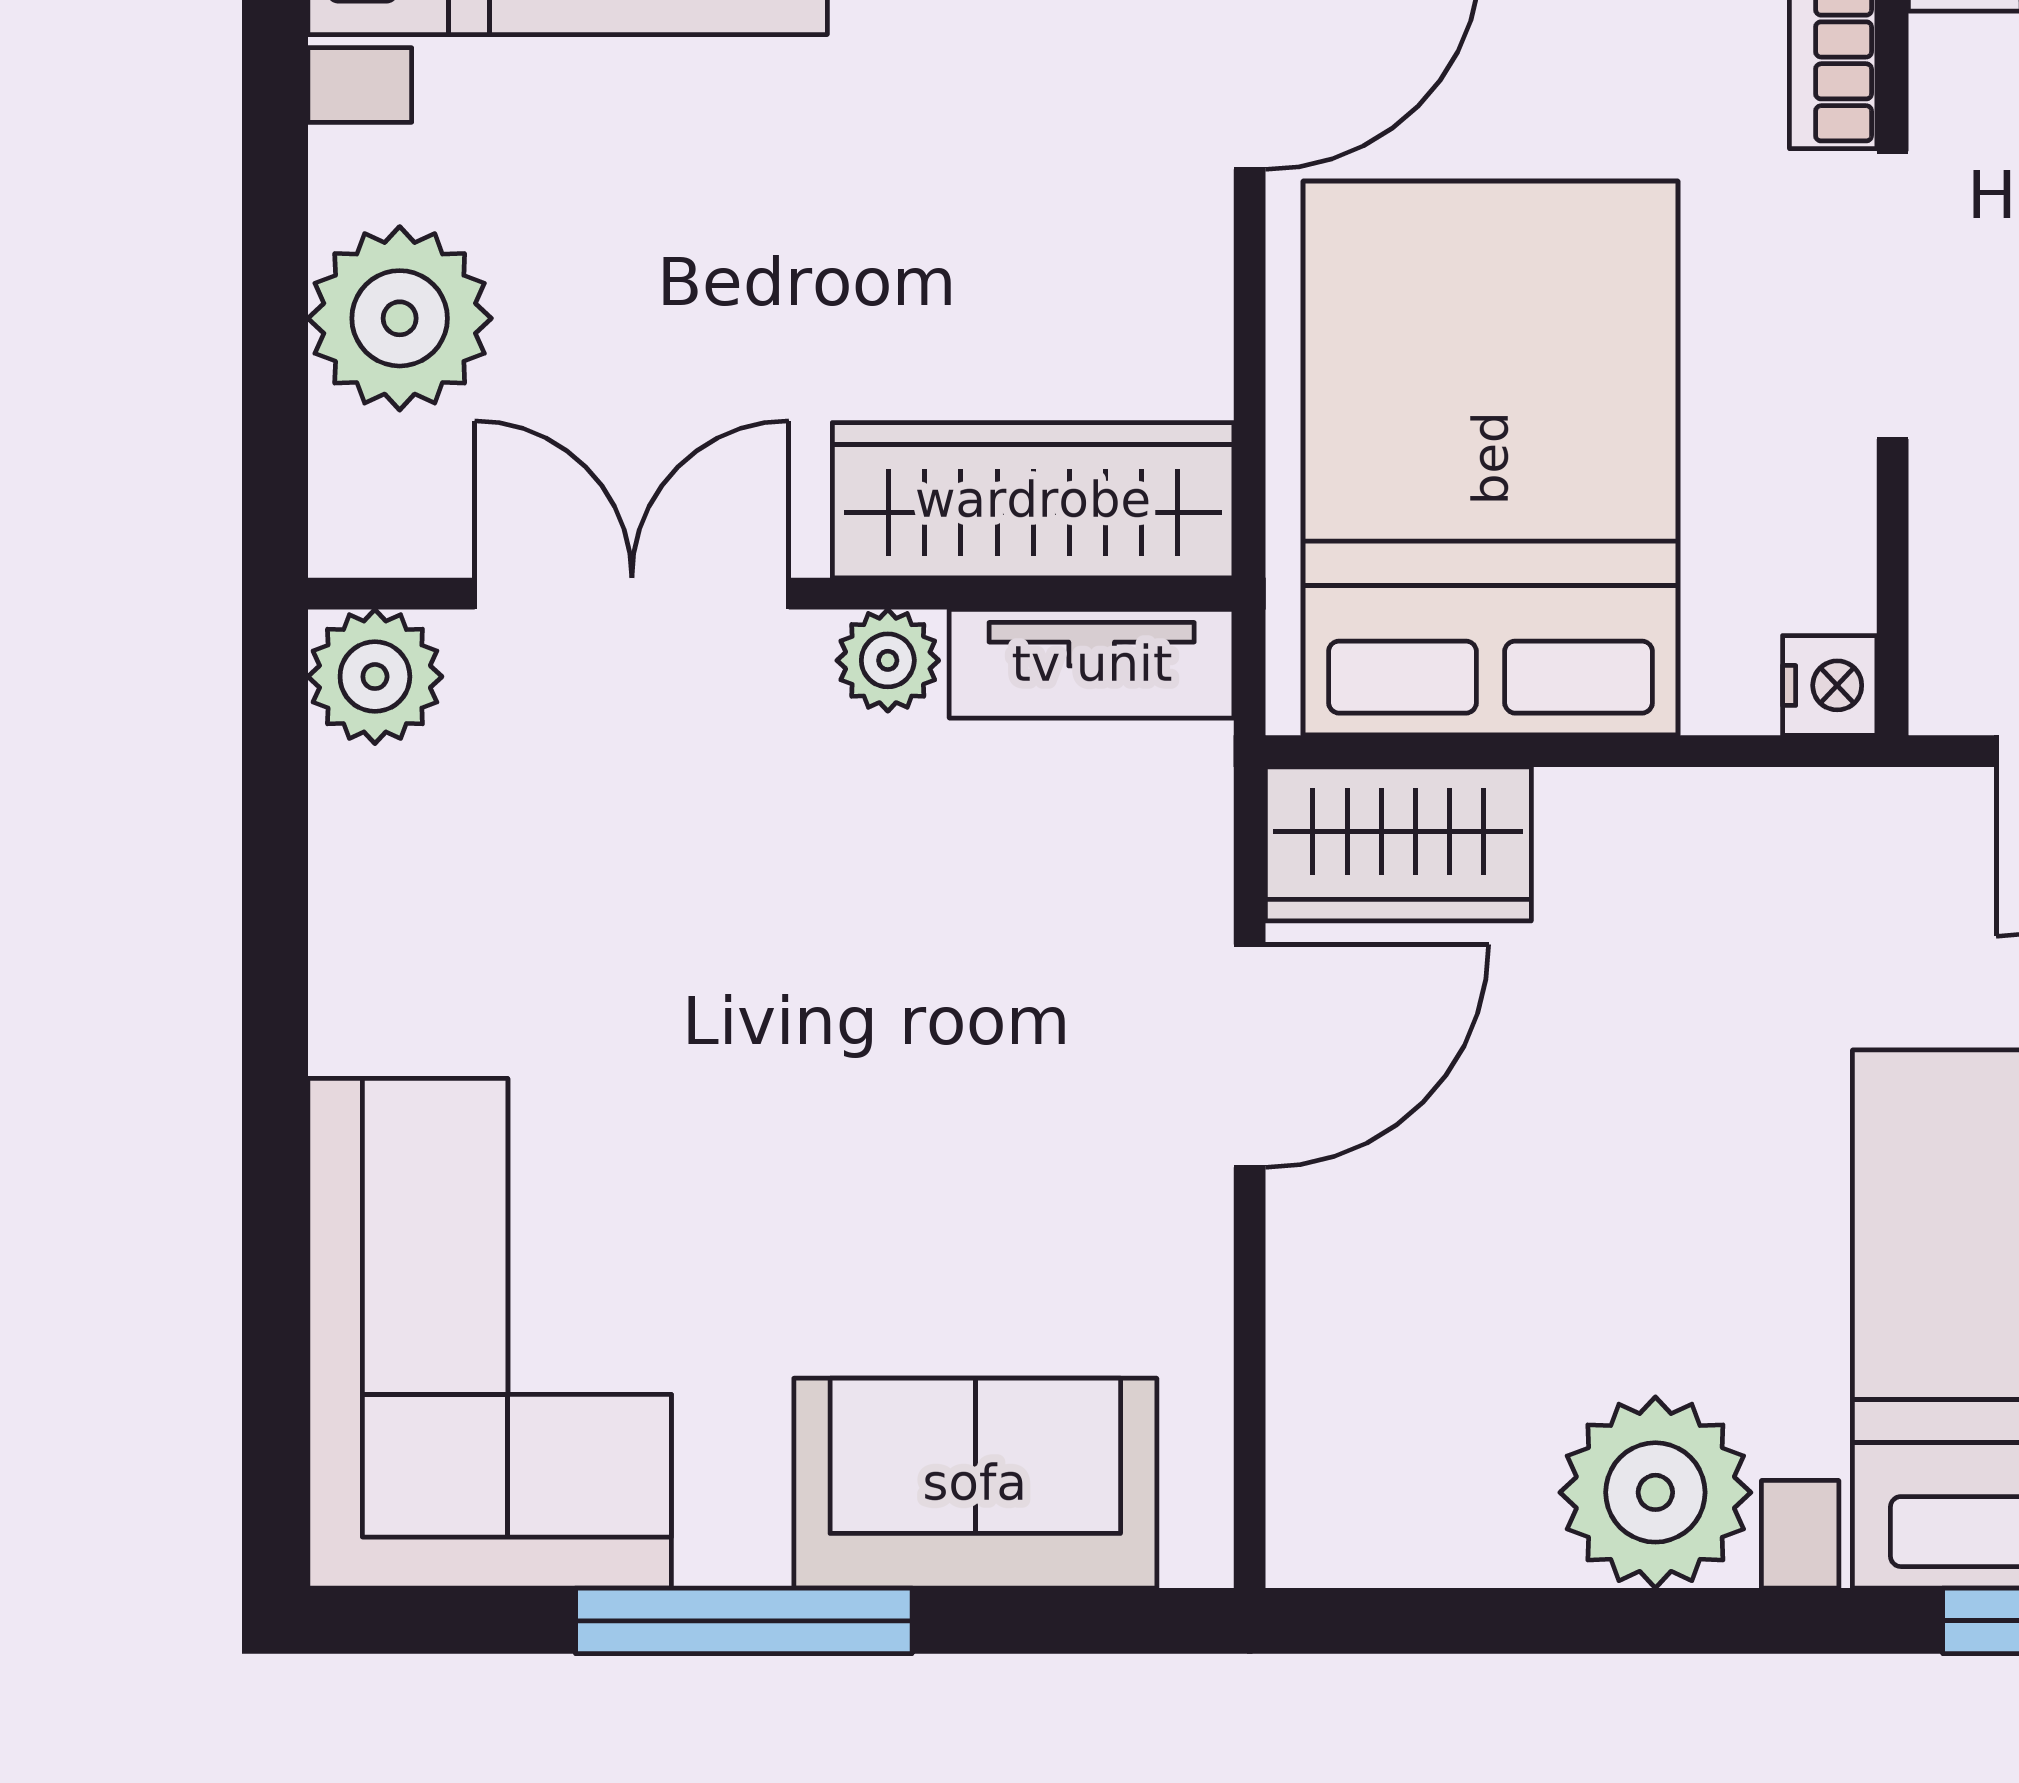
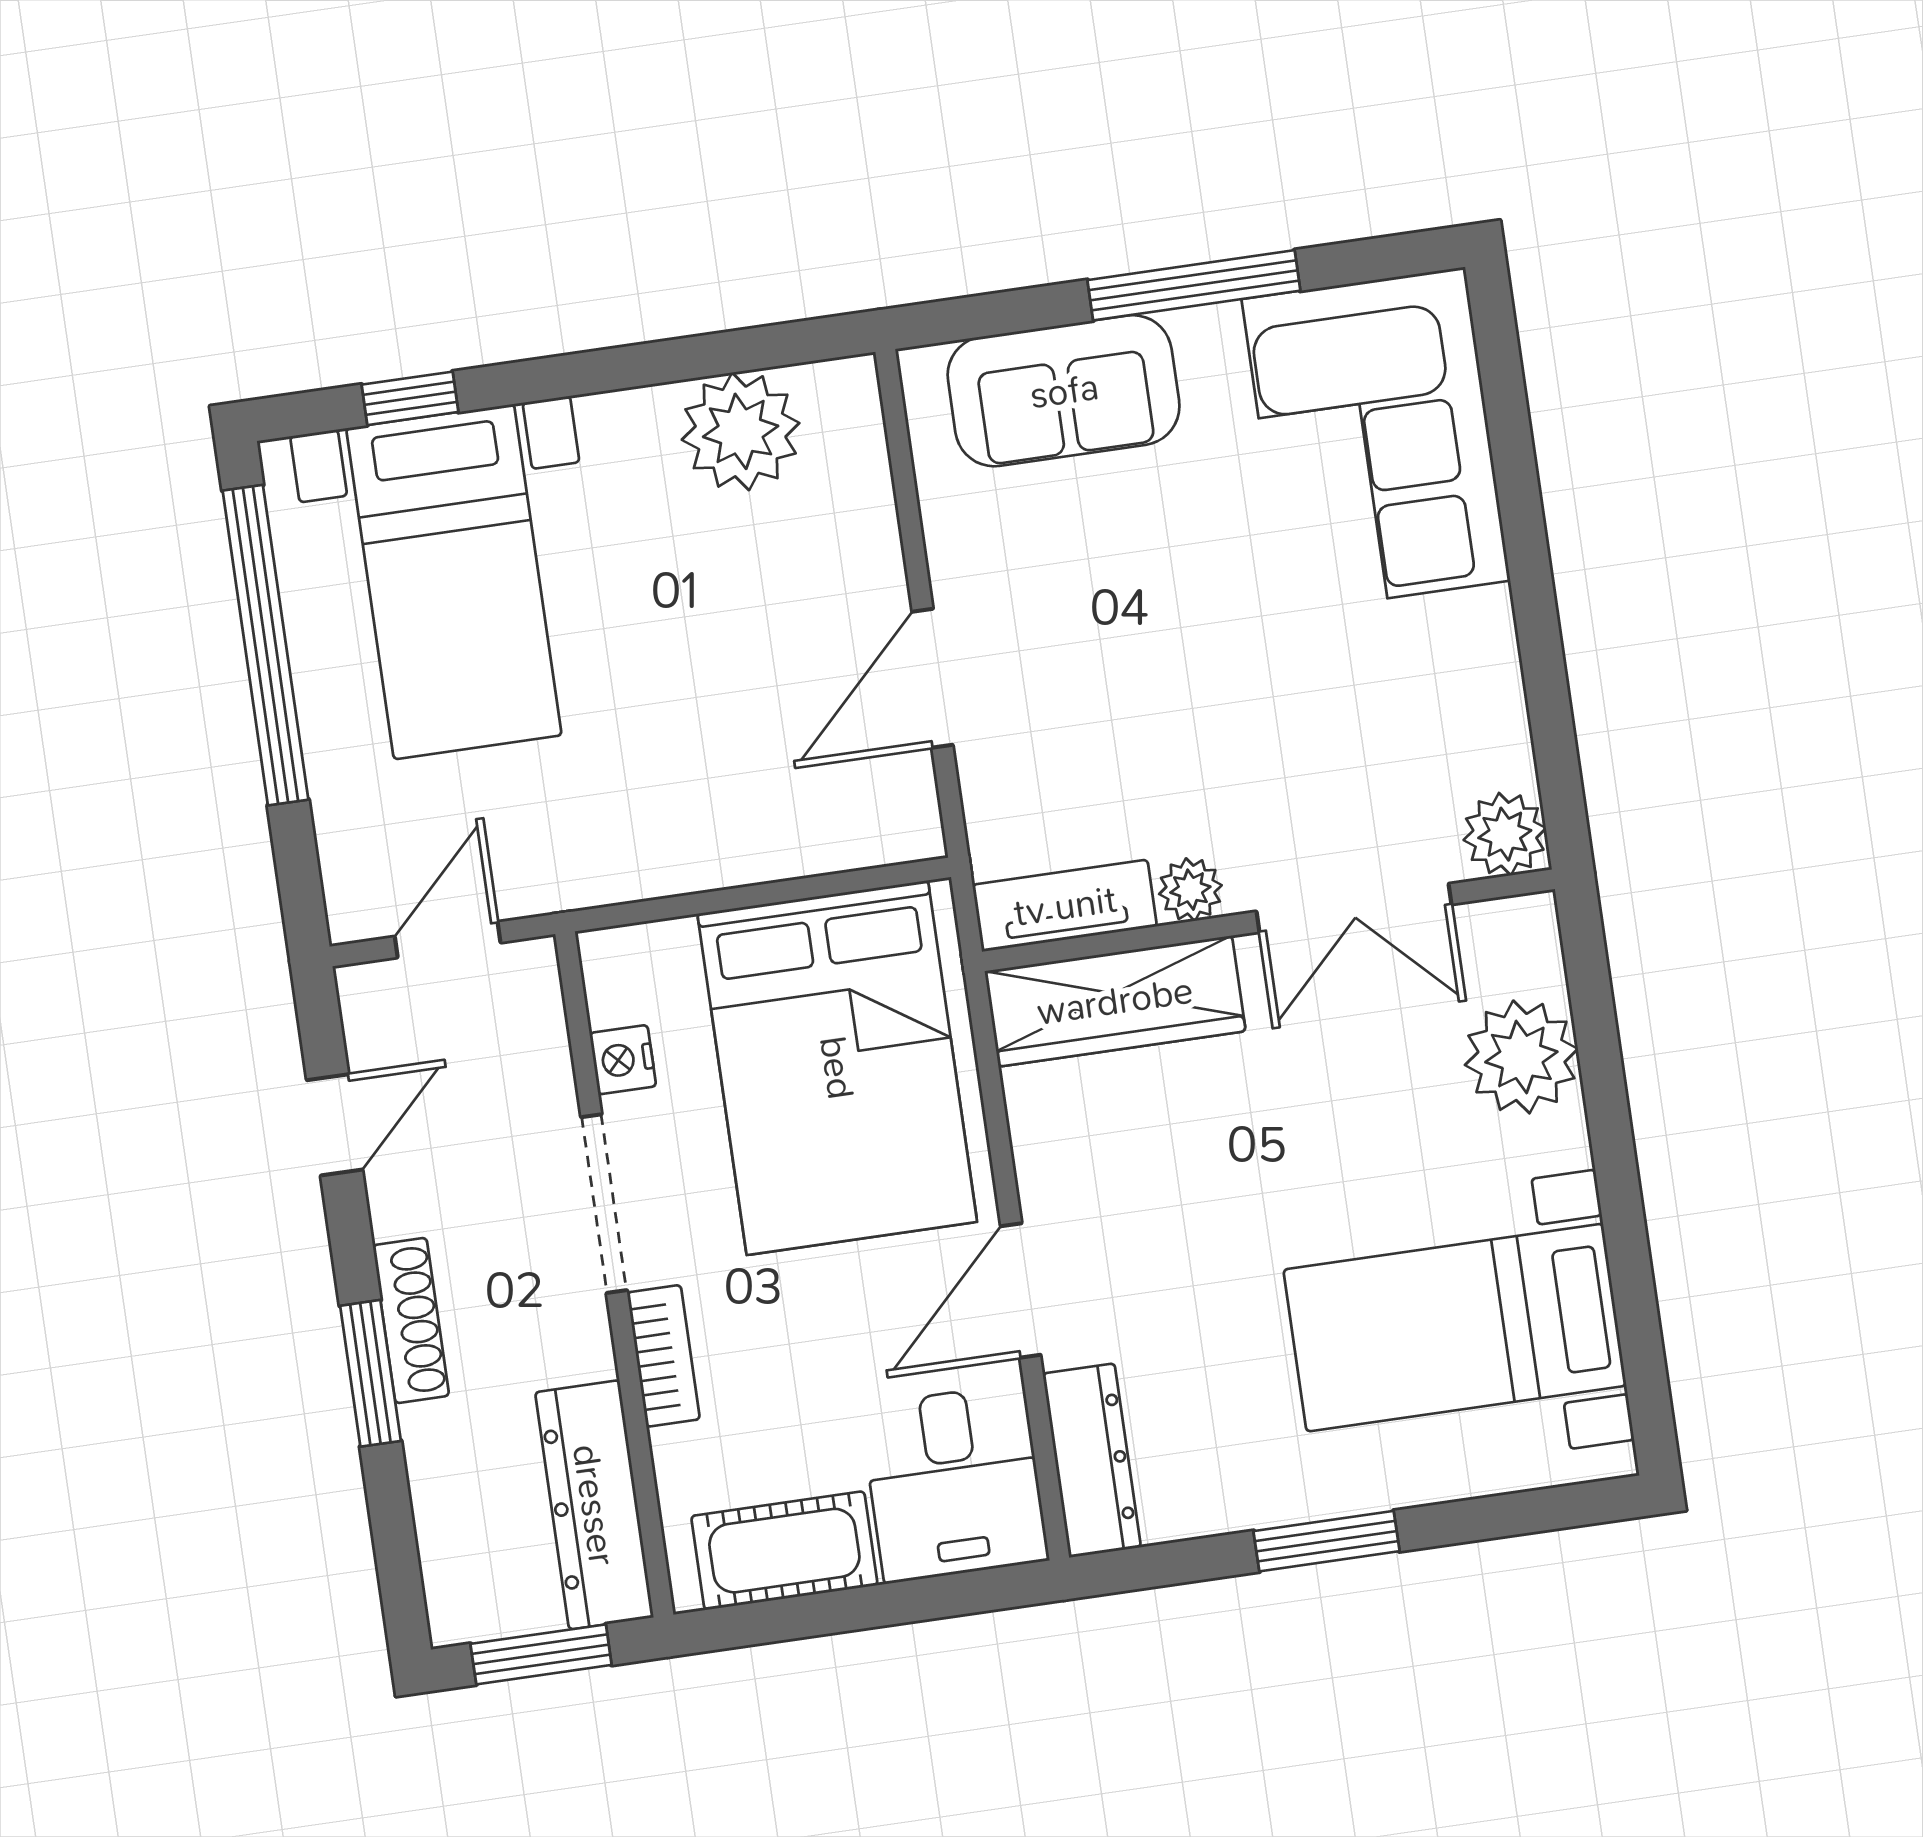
nightstand: (1830, 685) -> (623, 1060), moved
wardrobe: (1398, 844) -> (860, 822), removed
plant: (1655, 1492) -> (741, 431), moved

